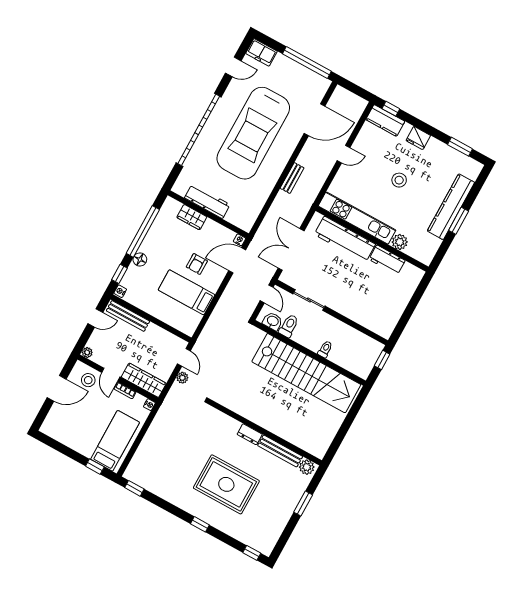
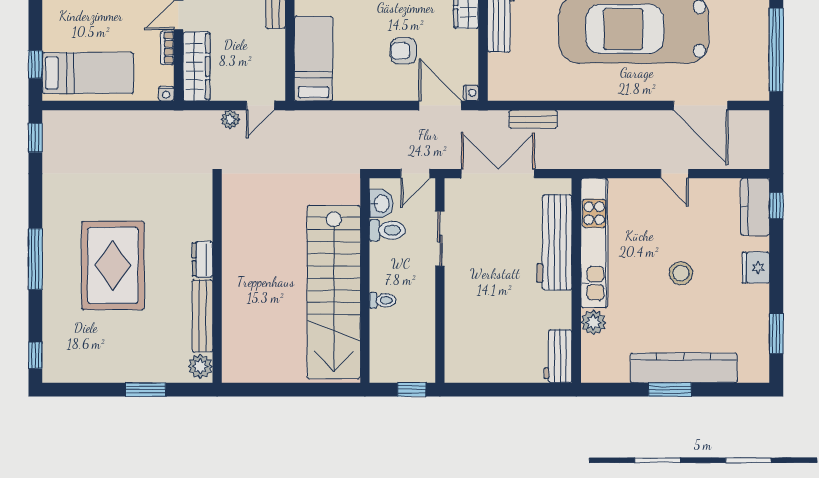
bench: (292, 178) -> (533, 119), moved
workbench: (387, 260) -> (558, 356), moved
bed: (187, 292) -> (314, 59), moved
window: (200, 524) -> (35, 259), width x2.17

